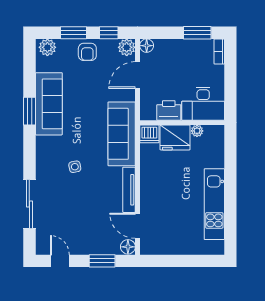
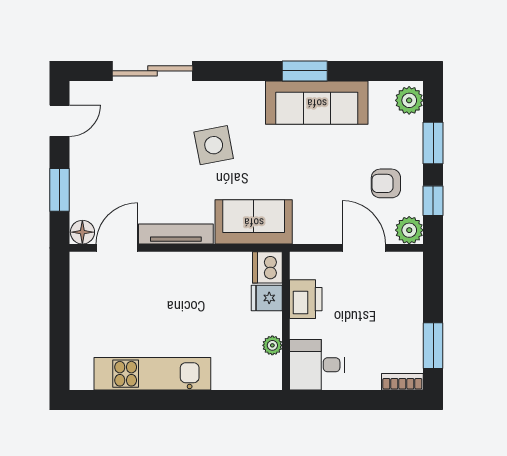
floor lamp: (147, 46) -> (412, 263), removed
armchair: (87, 52) -> (386, 183), moved
desk: (203, 104) -> (317, 365), width x0.73
sofa: (122, 134) -> (254, 222), width x0.73
fridge: (175, 137) -> (267, 298), width x0.53, depth x0.75
side table: (75, 167) -> (214, 145), width x1.87, depth x1.87

